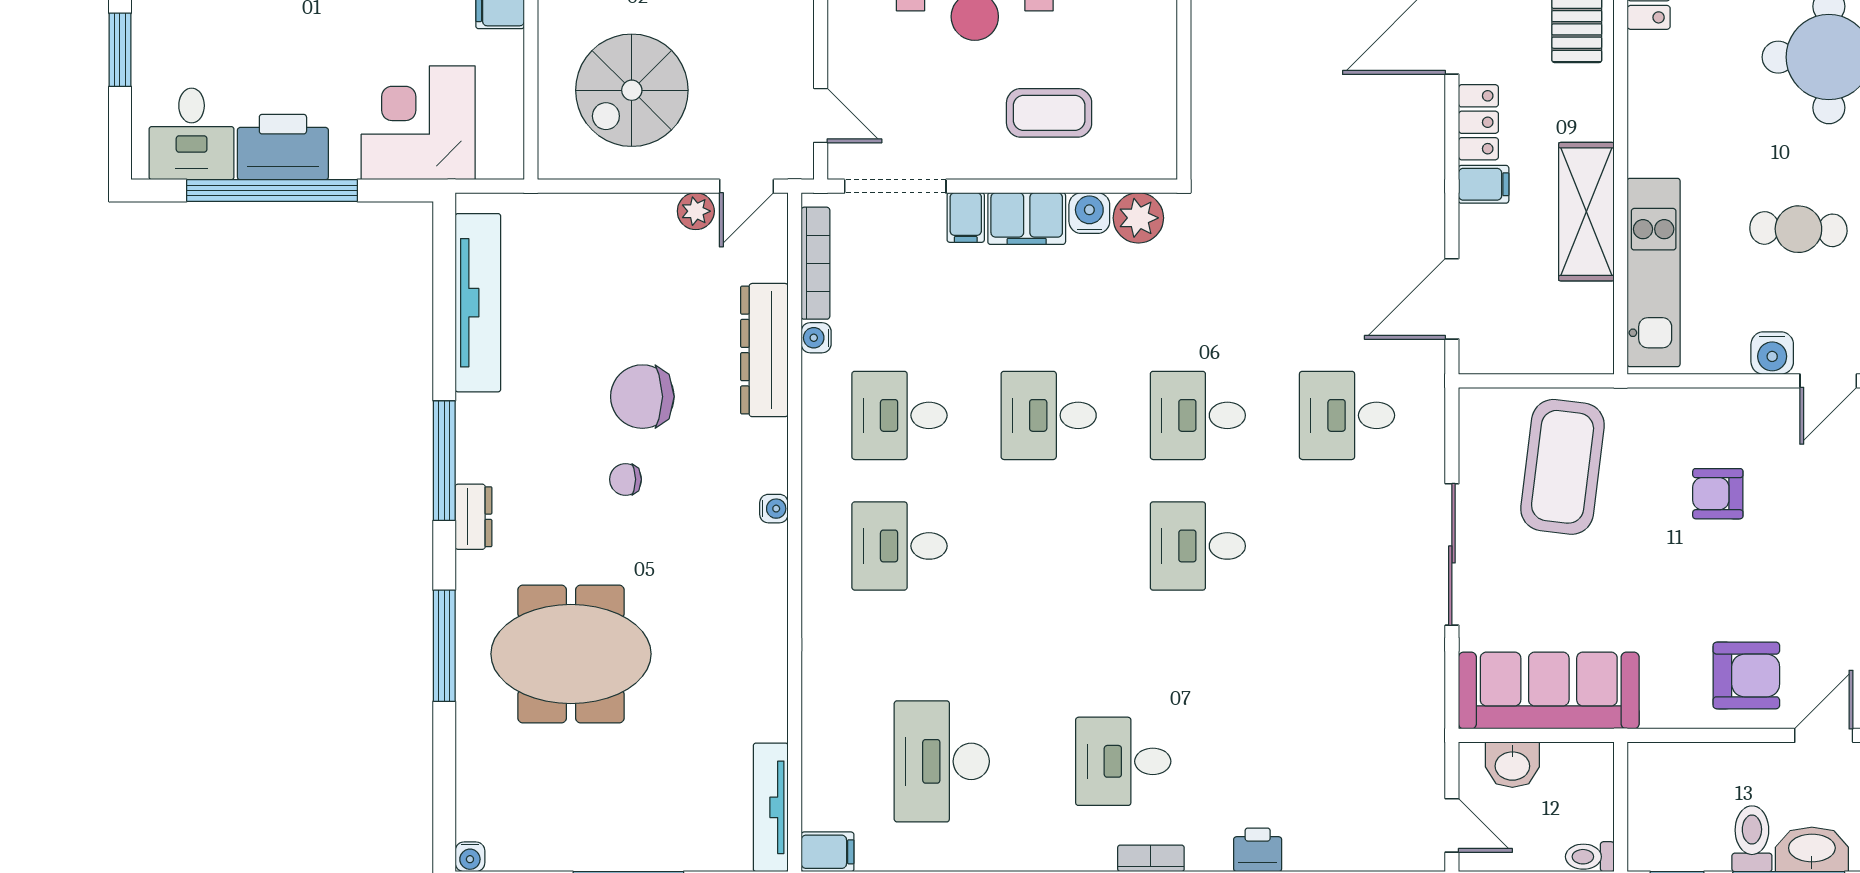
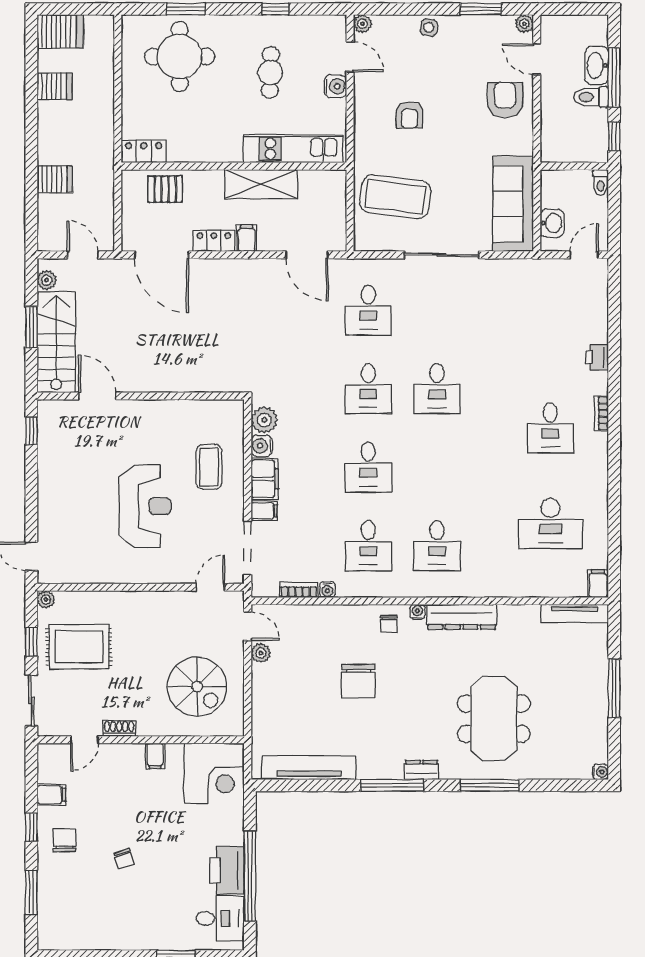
corner desk: (418, 123) -> (214, 773), moved, turned -90
bookcase: (815, 263) -> (299, 590), width x0.64
dresser: (764, 350) -> (462, 617), moved
chair: (626, 479) -> (389, 624), moved

